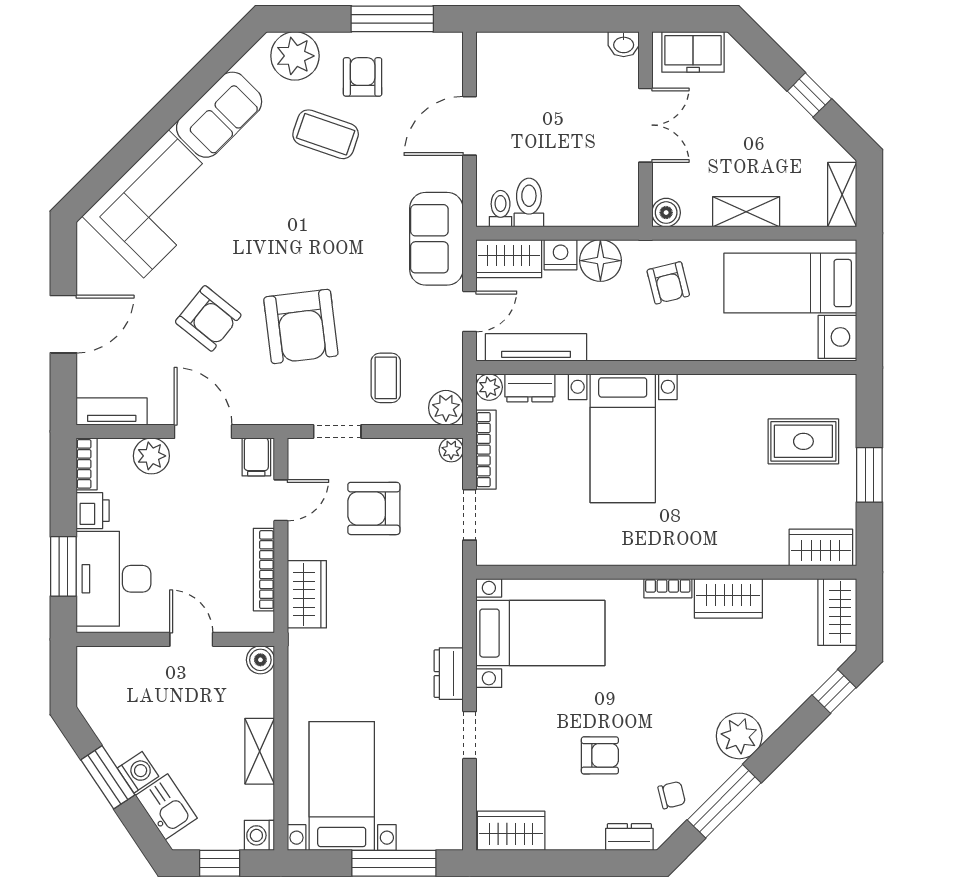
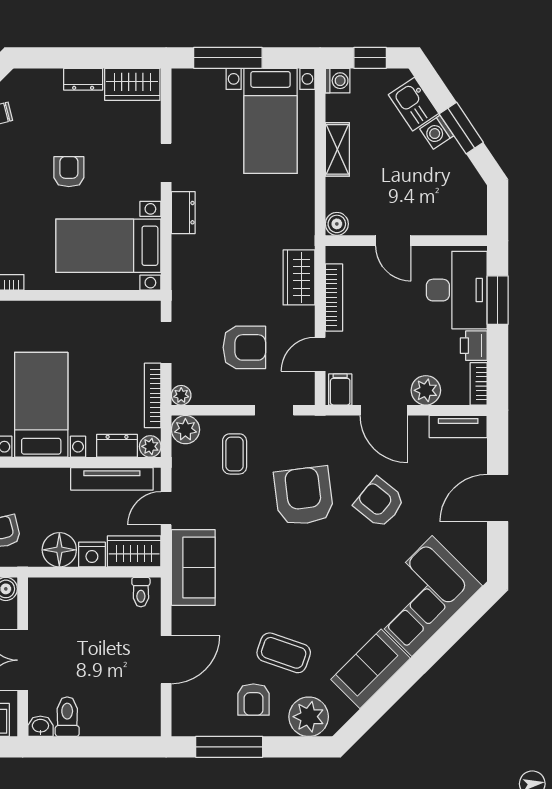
toilet: (529, 203) -> (67, 717), moved, turned 180
armchair: (600, 755) -> (69, 172), moved, turned 90
dresser: (629, 837) -> (83, 79), moved

